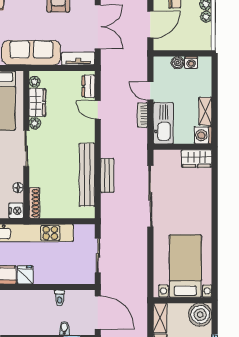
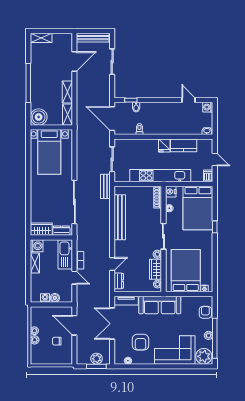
door: (150, 24) -> (74, 325), hinge flipped
door: (98, 110) -> (112, 264), hinge flipped
dresser: (169, 156) -> (61, 231), added
bench: (107, 176) -> (105, 186), moved

